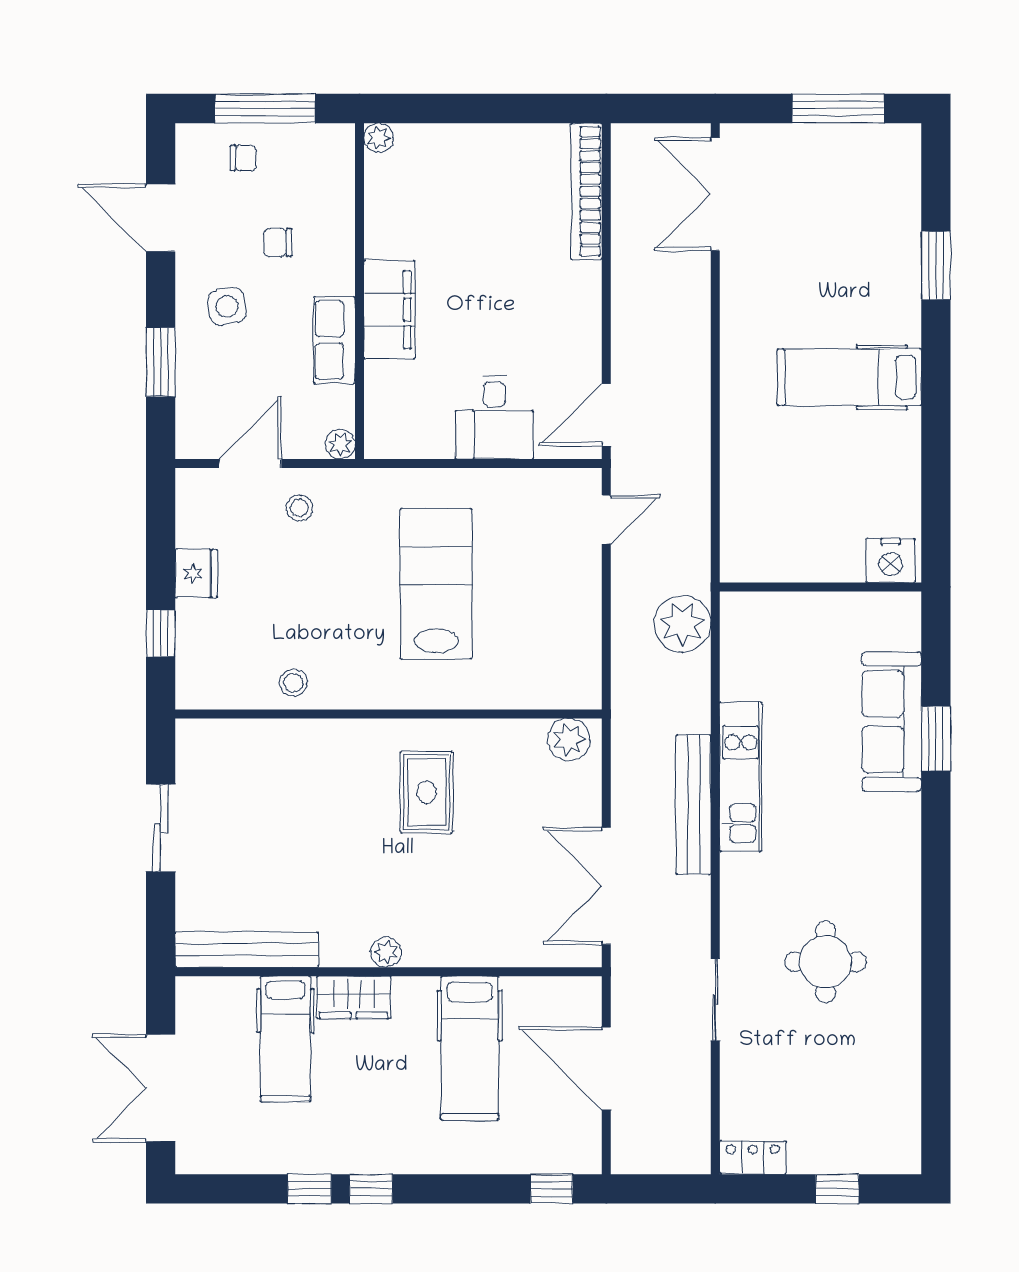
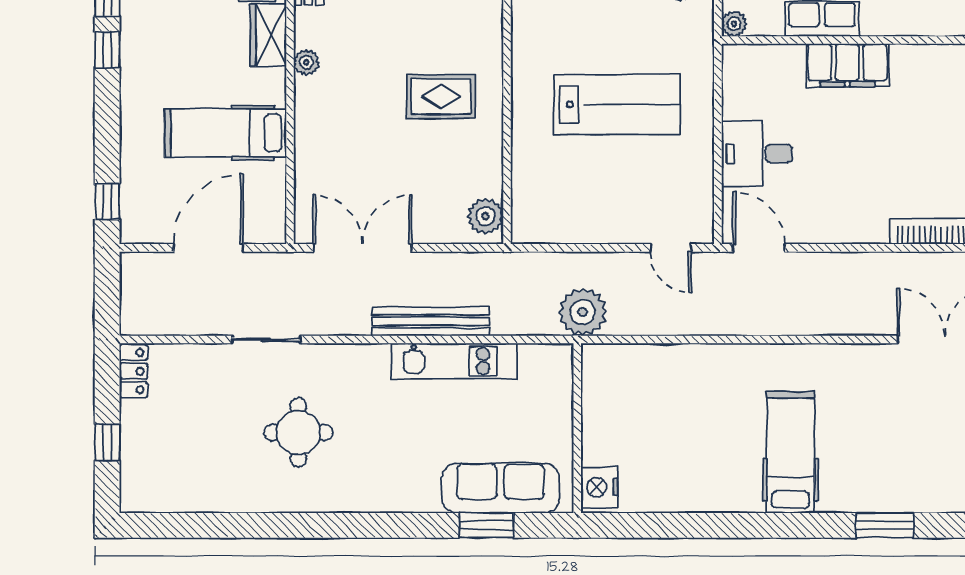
nightstand: (891, 560) -> (600, 487), moved
wall: (821, 587) -> (577, 428), moved

